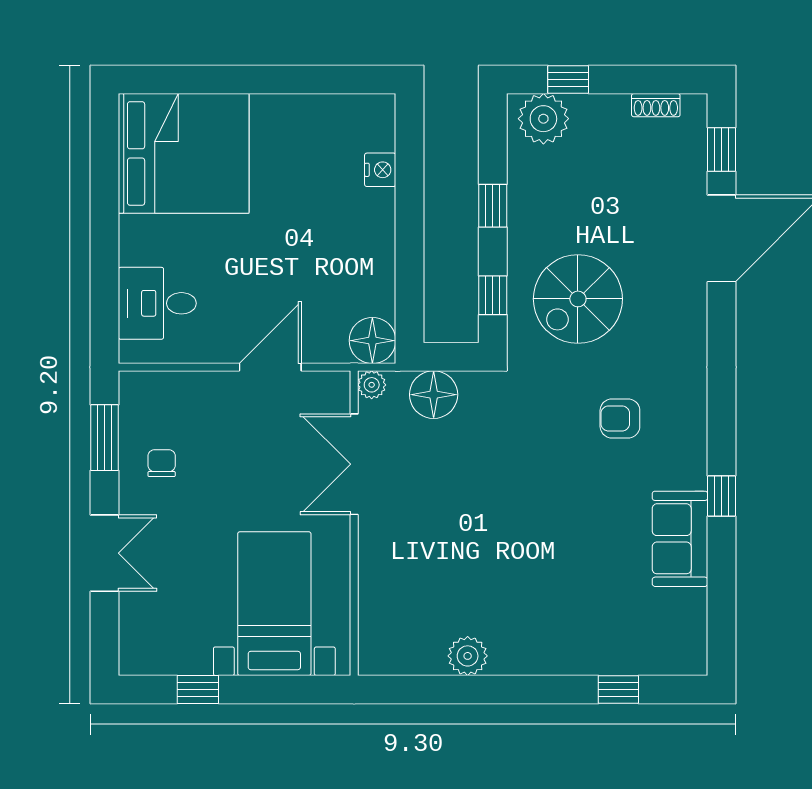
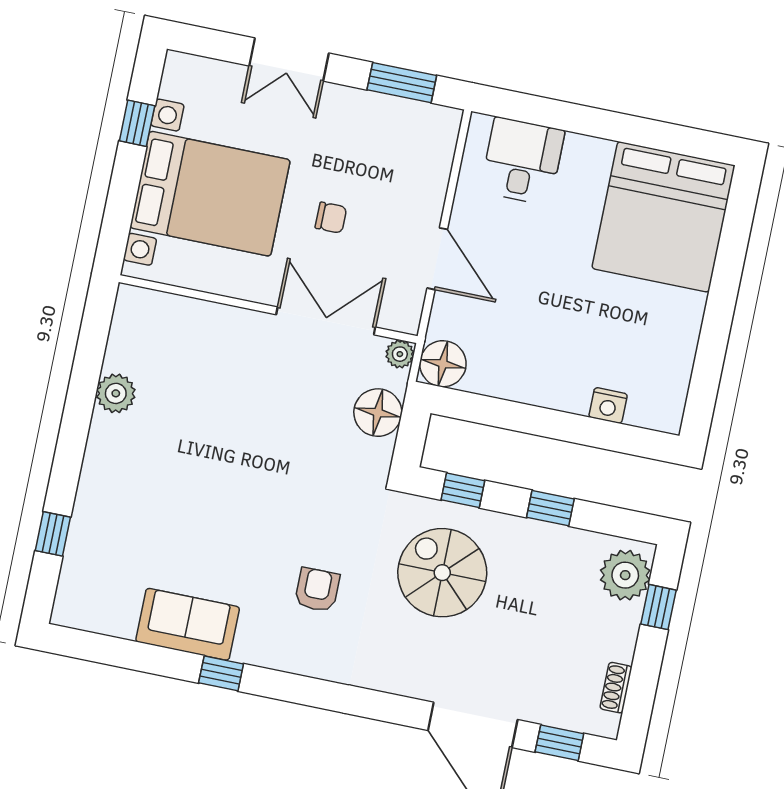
chair: (162, 463) -> (331, 218), moved
bed with nightstands: (274, 604) -> (210, 194), width x1.36

